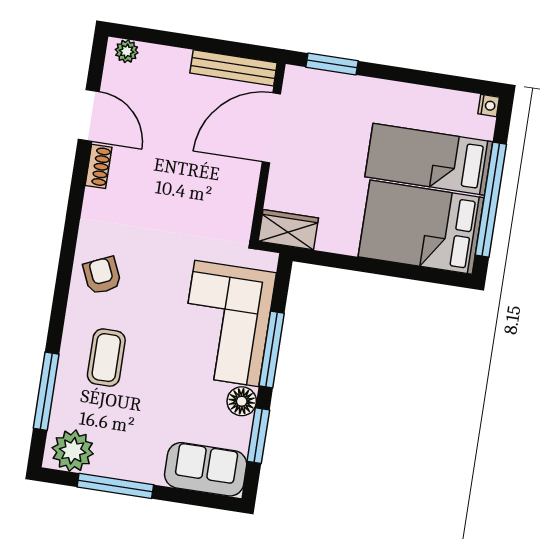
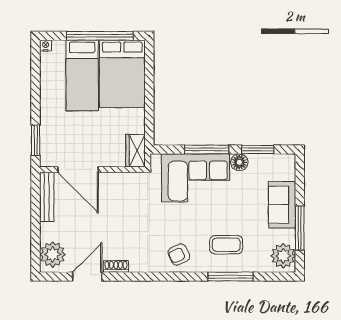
plant: (127, 51) -> (53, 254), width x1.88, depth x1.88
window: (46, 391) -> (230, 277), moved
sofa: (206, 469) -> (282, 205), moved

